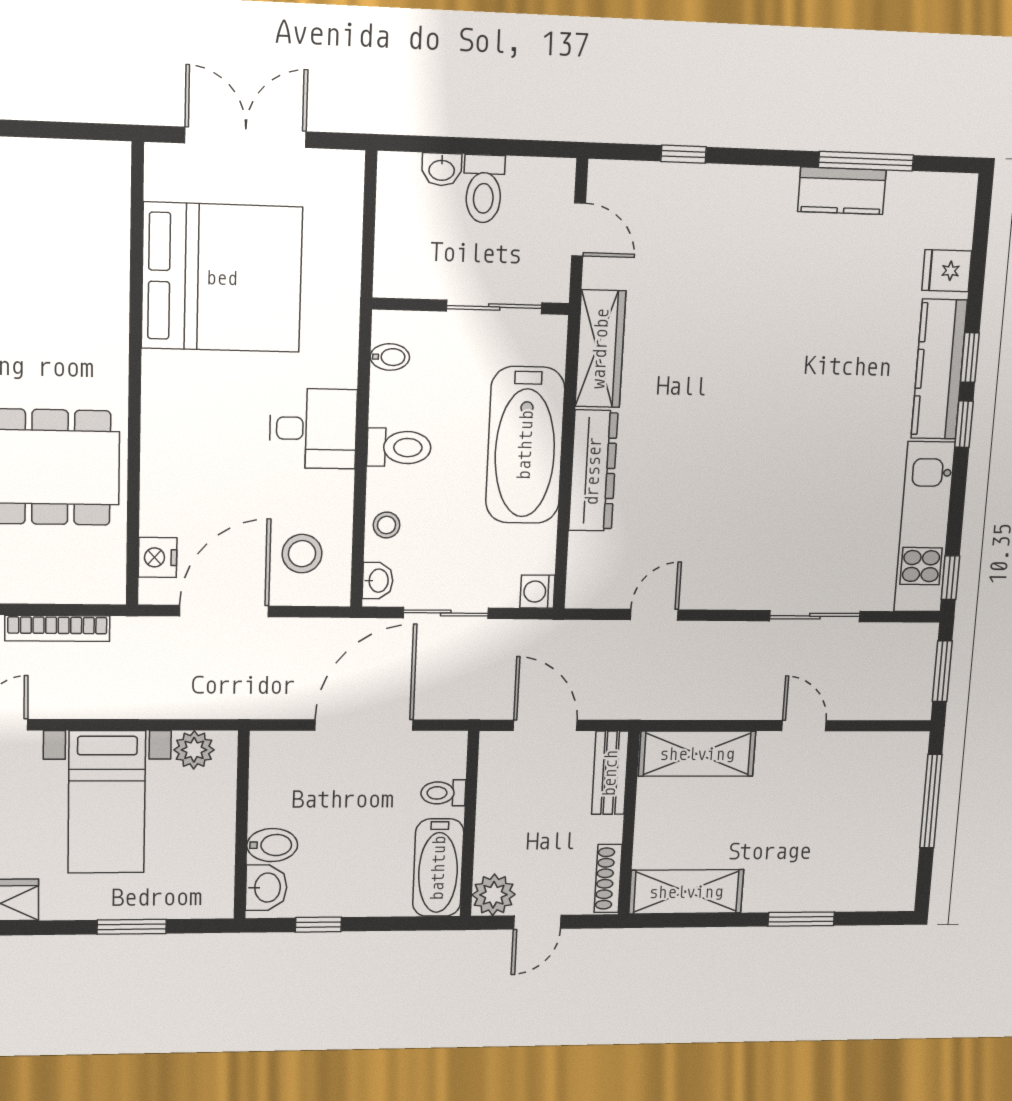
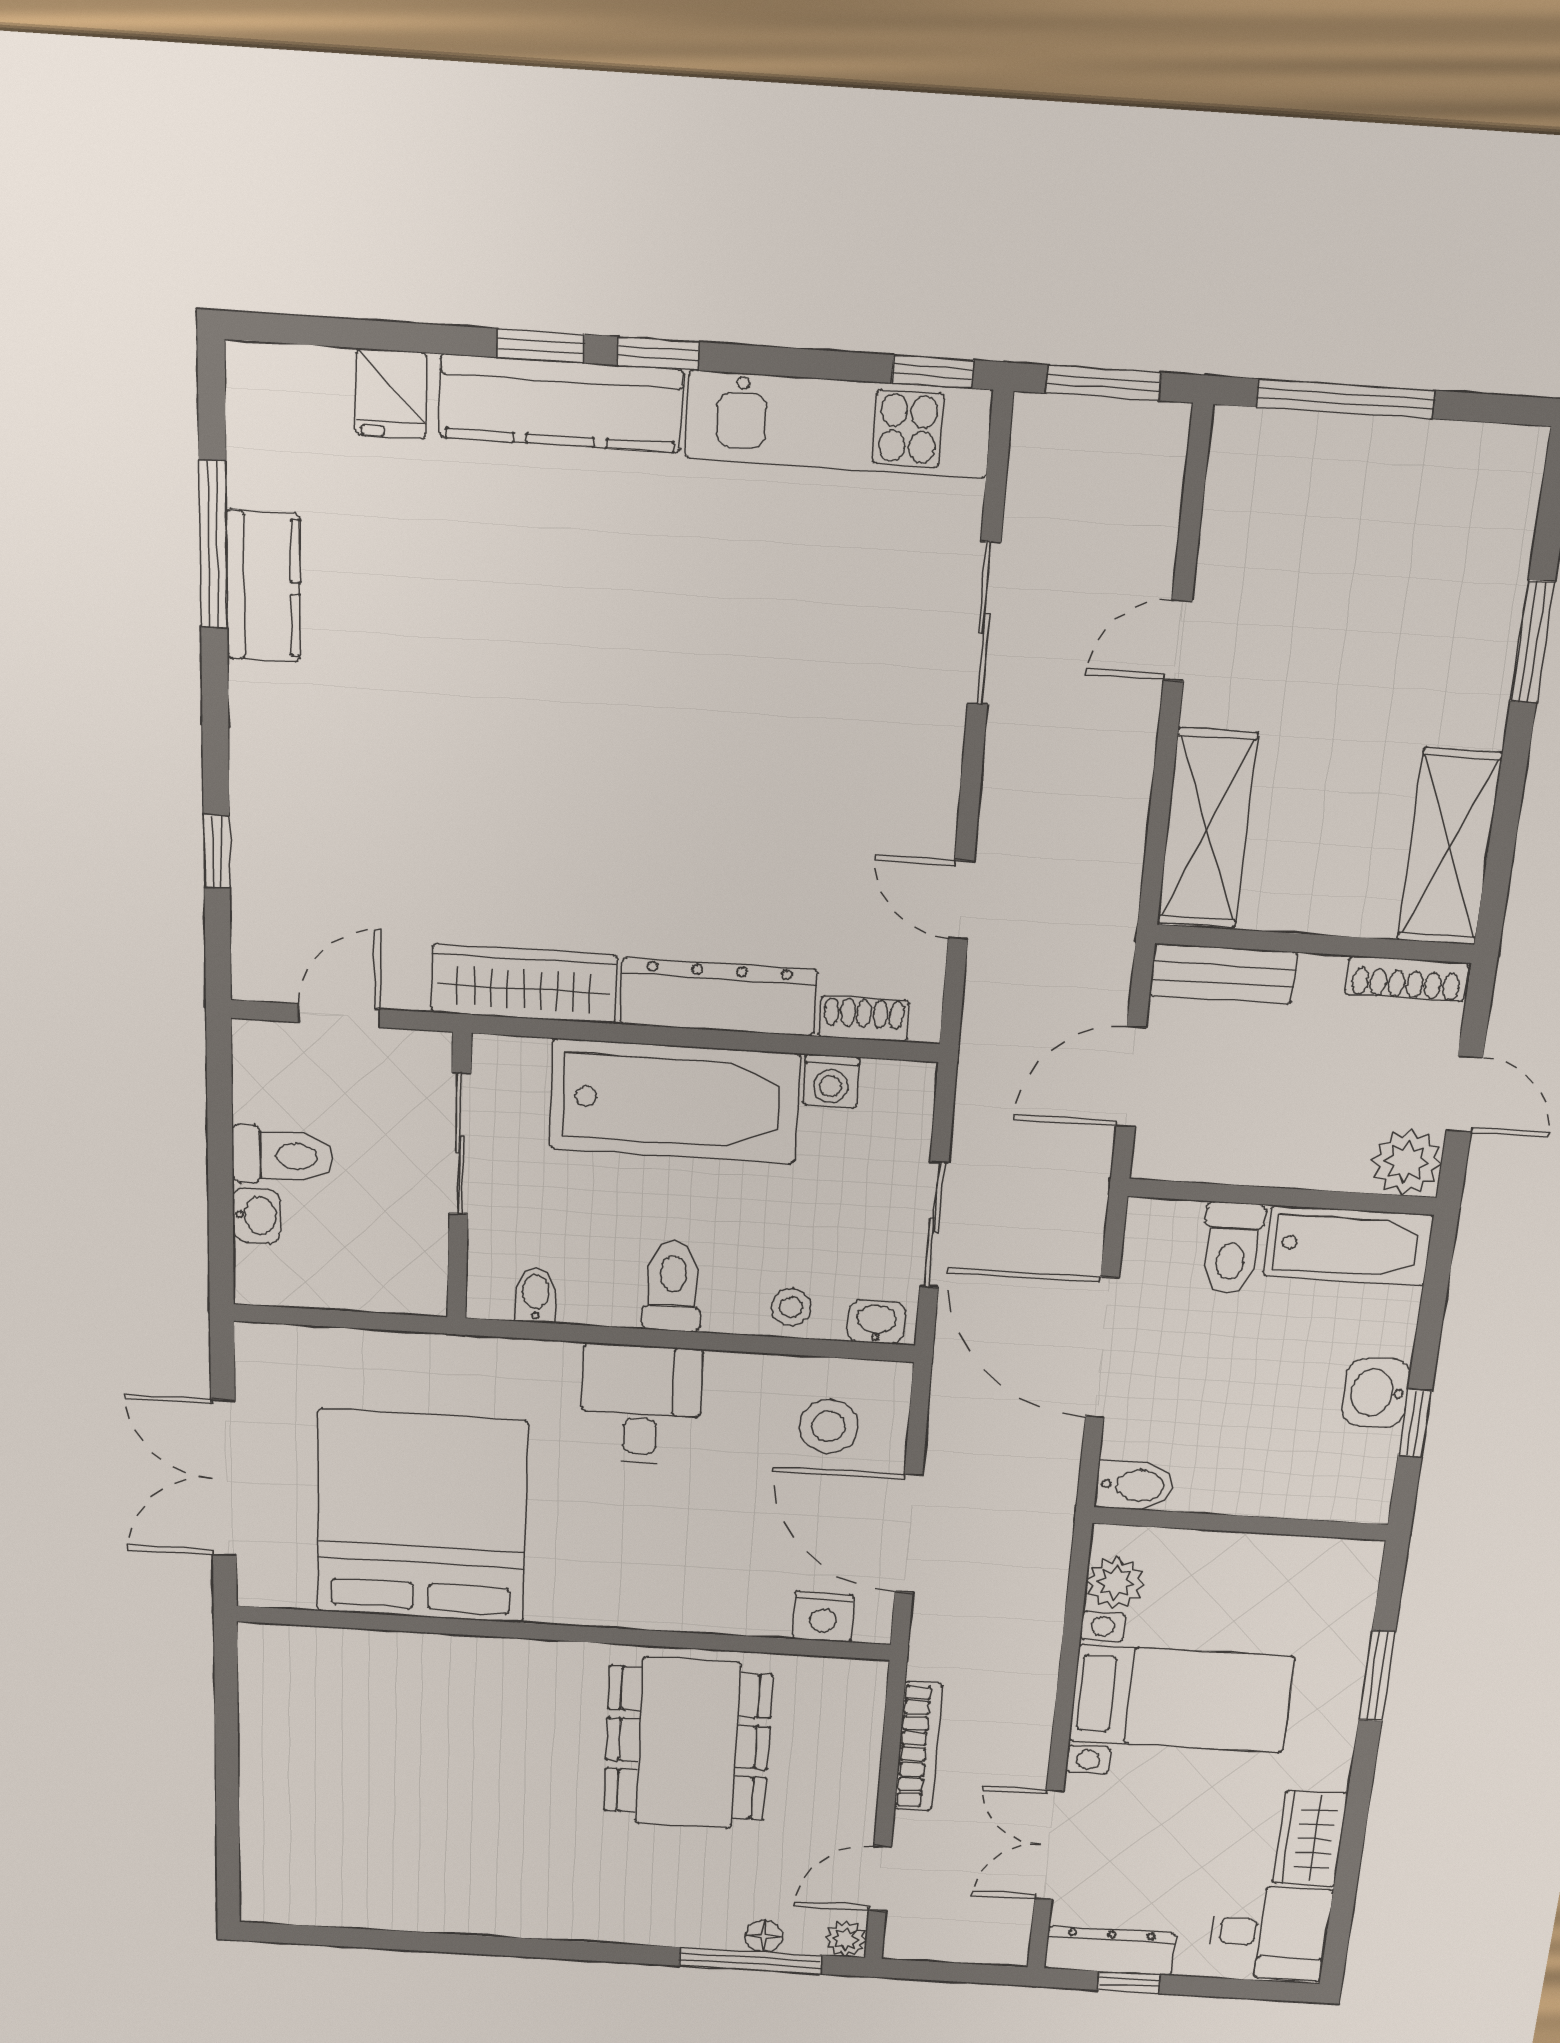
shoe rack: (580, 561) -> (864, 1019), added
washing machine: (537, 592) -> (831, 1081), moved
toilet: (443, 793) -> (1232, 1249), width x1.37, depth x1.39
bidet: (272, 845) -> (1135, 1486), moved, turned 90
washbasin: (266, 888) -> (1376, 1393), moved, turned -90

